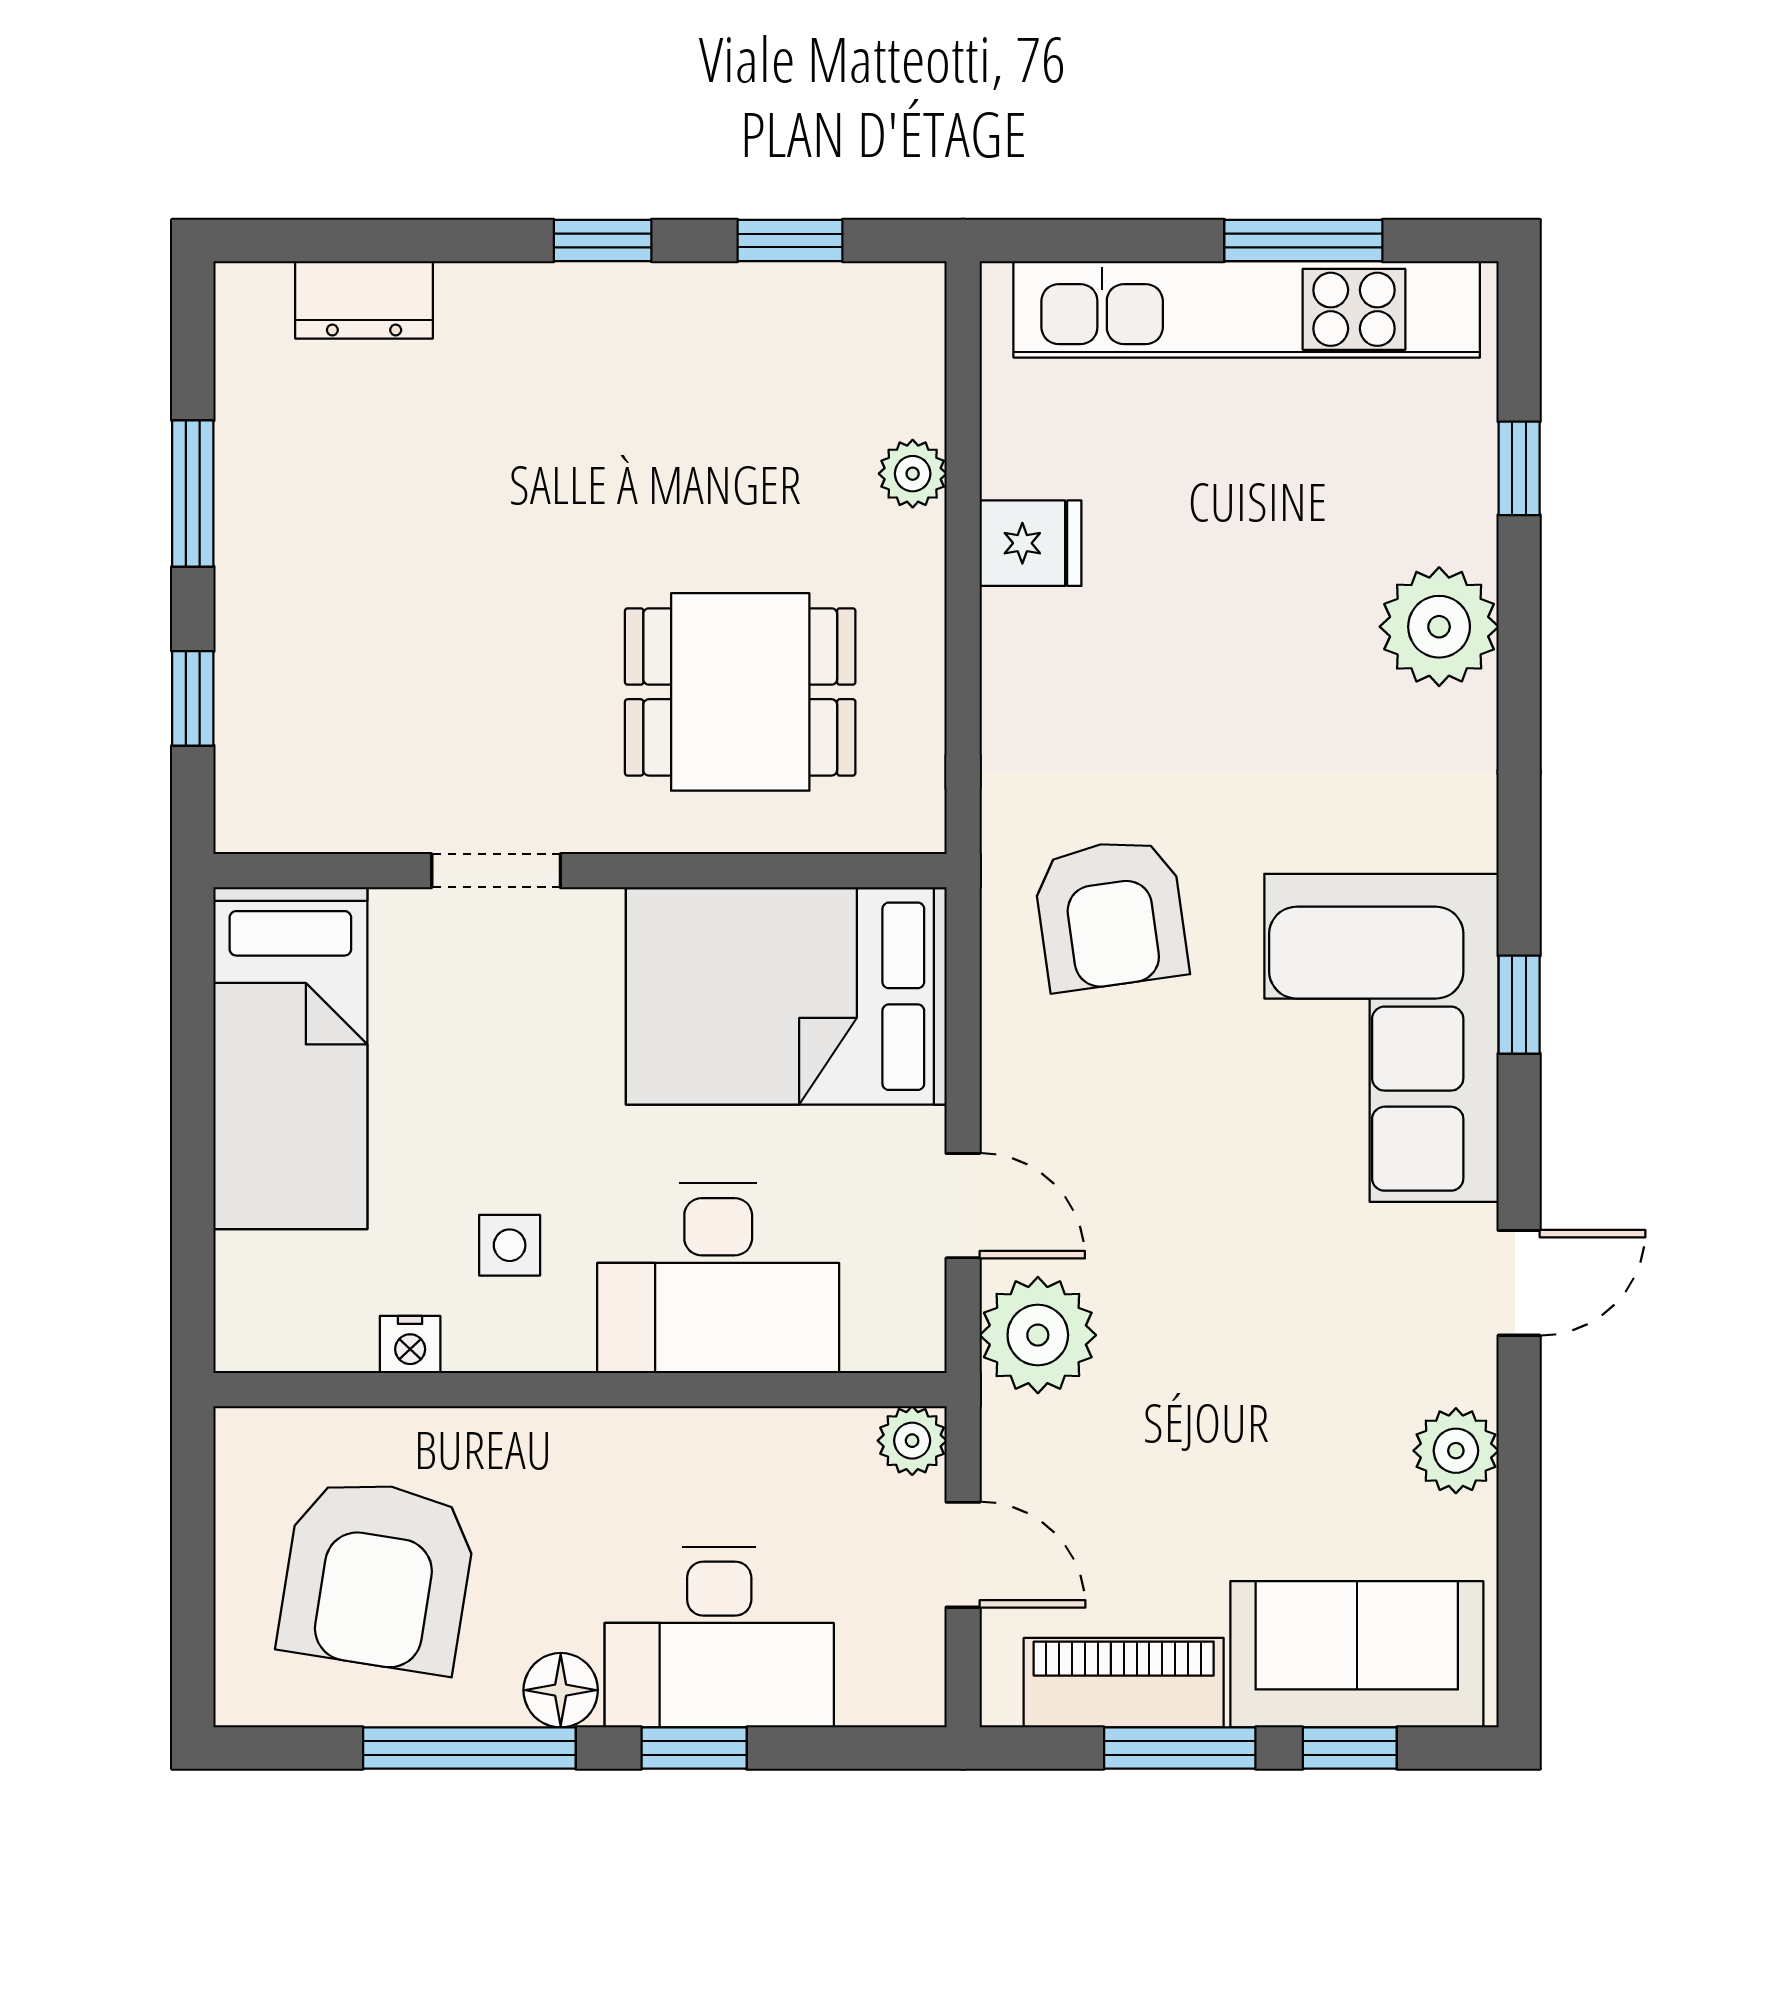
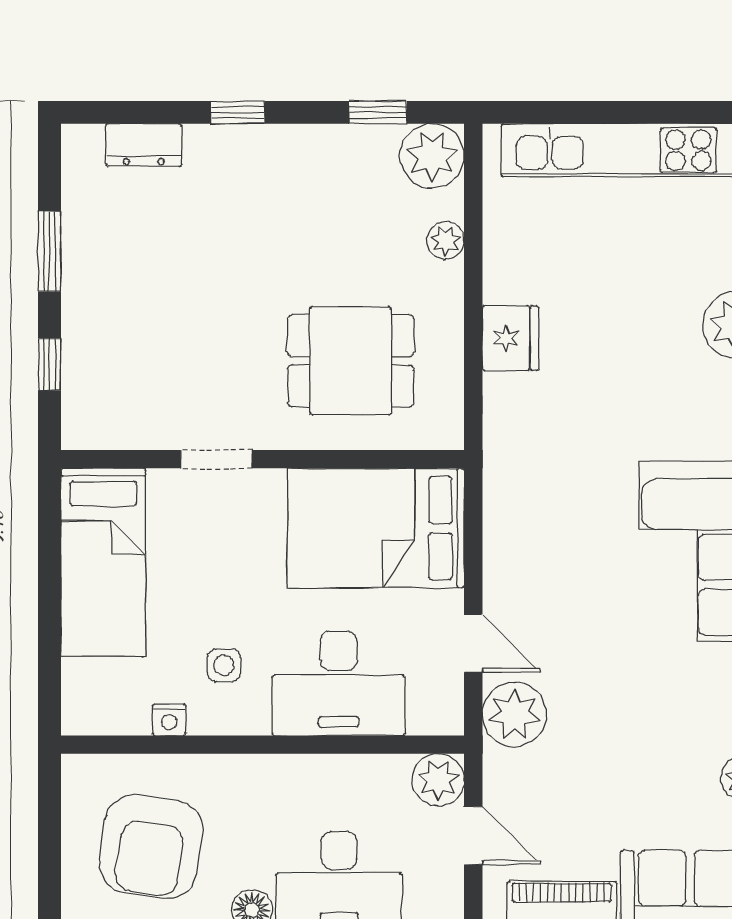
window: (603, 241) -> (238, 112), moved
window: (1303, 241) -> (661, 112), removed
plant: (888, 320) -> (432, 156), added
fridge: (1031, 543) -> (510, 338), moved, width x1.38
armchair: (1111, 914) -> (554, 483), removed
plant: (912, 1441) -> (438, 780), width x1.38, depth x1.38

